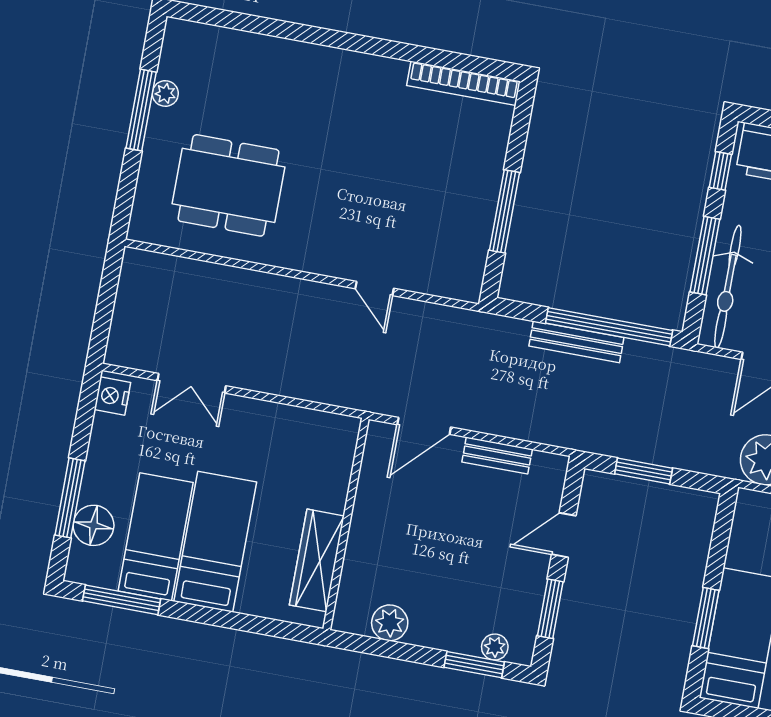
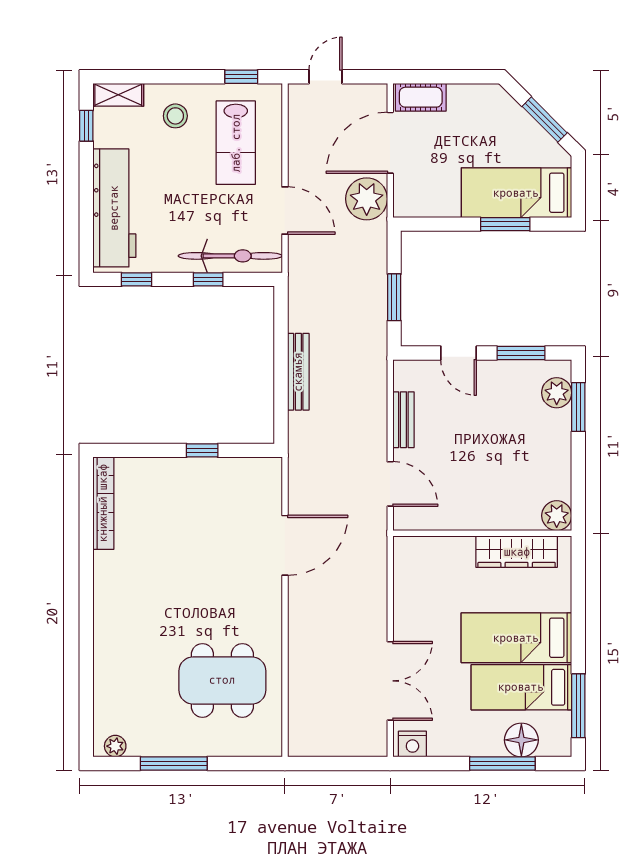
plant: (165, 93) -> (115, 746), moved
dining table: (228, 185) -> (222, 680), turned 90
window: (504, 211) -> (202, 450), width x0.46
window: (705, 256) -> (208, 279), width x0.46
door: (374, 288) -> (285, 545), width x1.87
window: (609, 327) -> (281, 347), removed
double door: (192, 383) -> (390, 681), width x1.37
plant: (390, 623) -> (557, 516), moved
plant: (495, 647) -> (557, 393), width x1.38, depth x1.38

